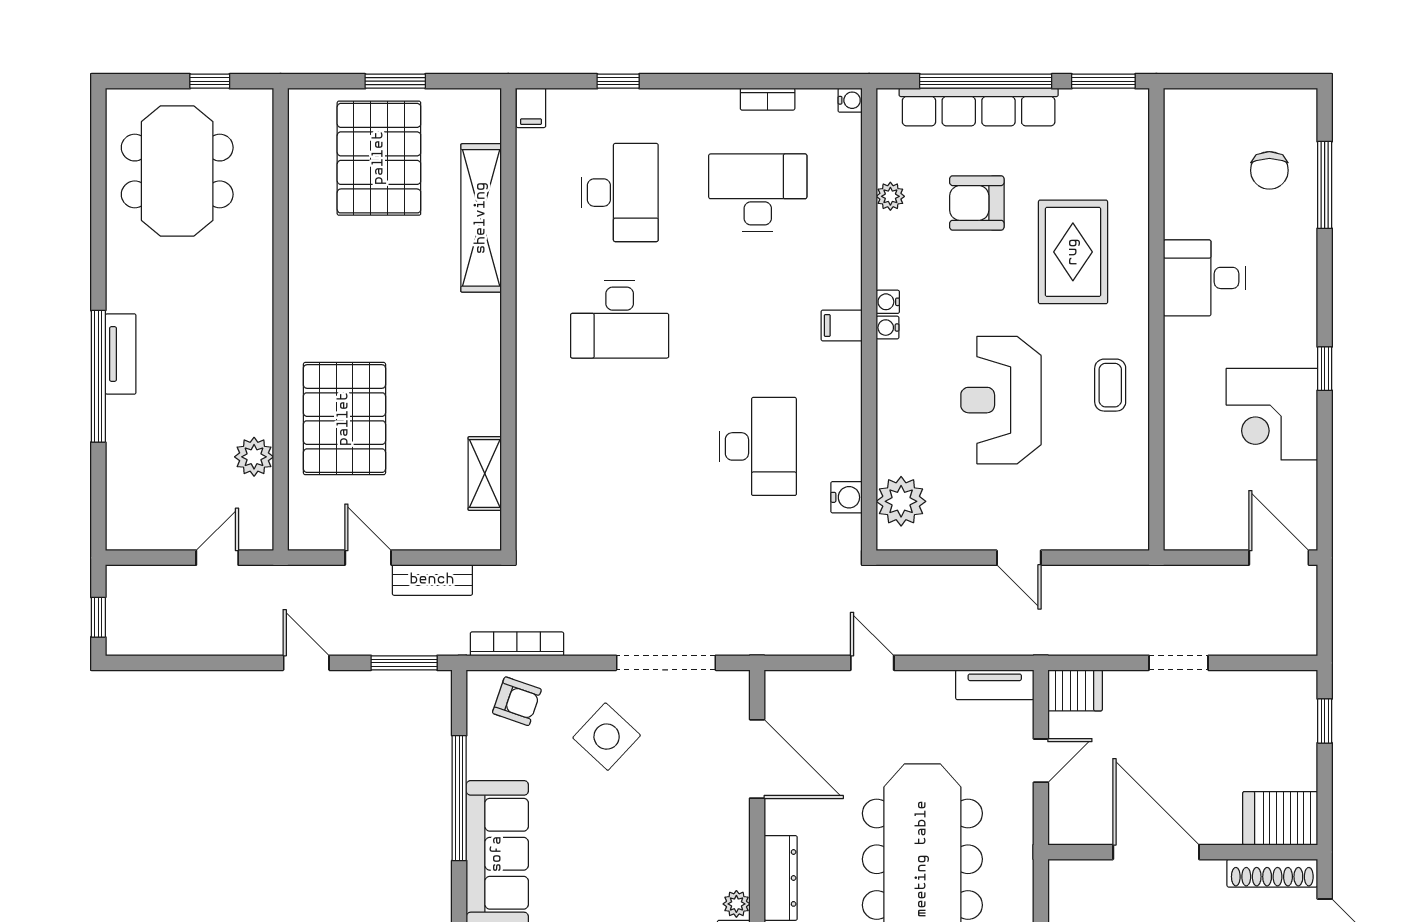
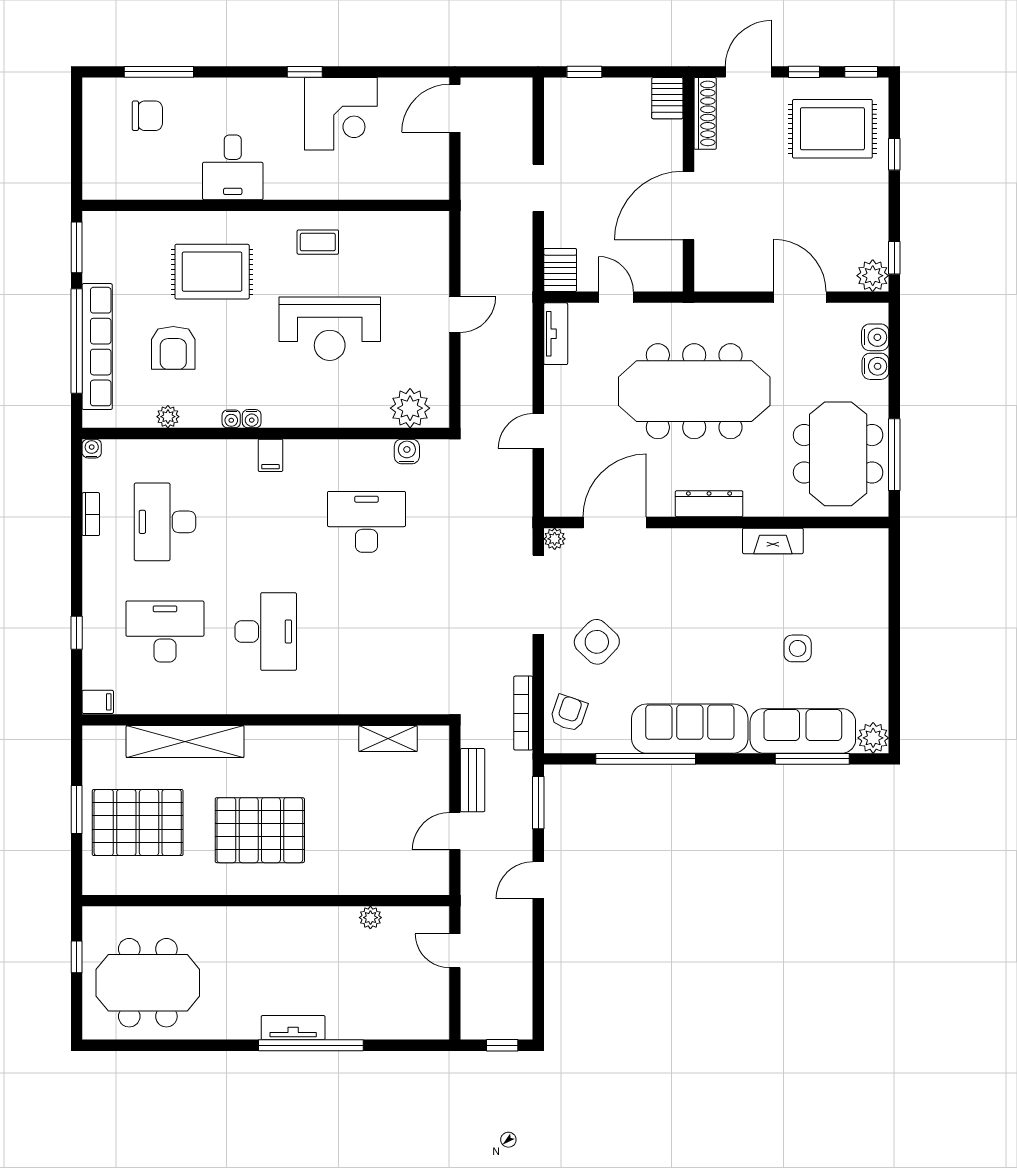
water cooler: (887, 328) -> (231, 419), moved
pallet: (344, 419) -> (260, 830), moved
plant: (254, 457) -> (370, 918), width x0.73, depth x0.73
server rack: (1280, 818) -> (667, 98), width x0.73, depth x0.70
plant: (736, 904) -> (555, 539), moved

